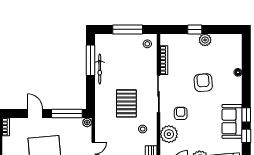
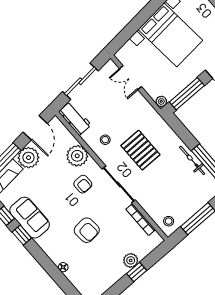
plant: (205, 40) -> (131, 260), moved

